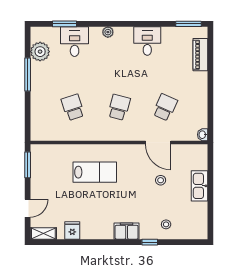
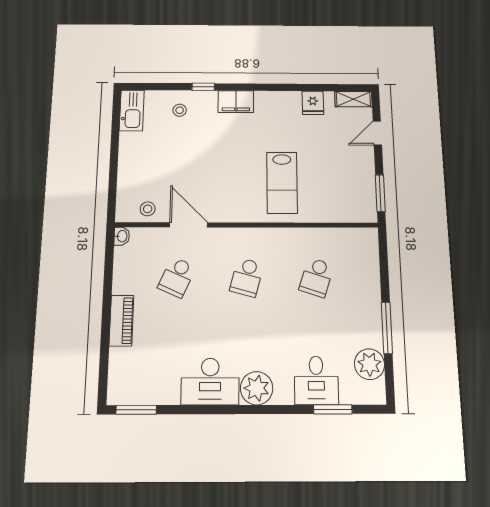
plant: (108, 32) -> (257, 388), width x1.88, depth x1.88
desk: (147, 41) -> (210, 382), width x1.37
piano: (200, 55) -> (121, 321), moved
school desk: (73, 107) -> (316, 277), turned 36
lab bench: (95, 172) -> (282, 183), turned -90
stool: (161, 180) -> (148, 209), moved
kitchen sink: (200, 186) -> (132, 110), moved

